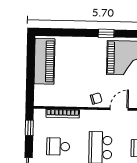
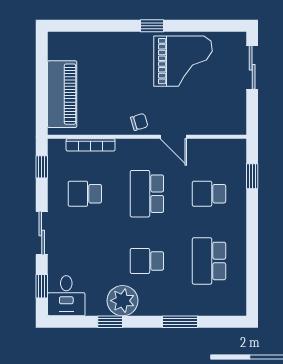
piano: (44, 61) -> (62, 94), moved
door: (119, 109) -> (173, 137), swing flipped

